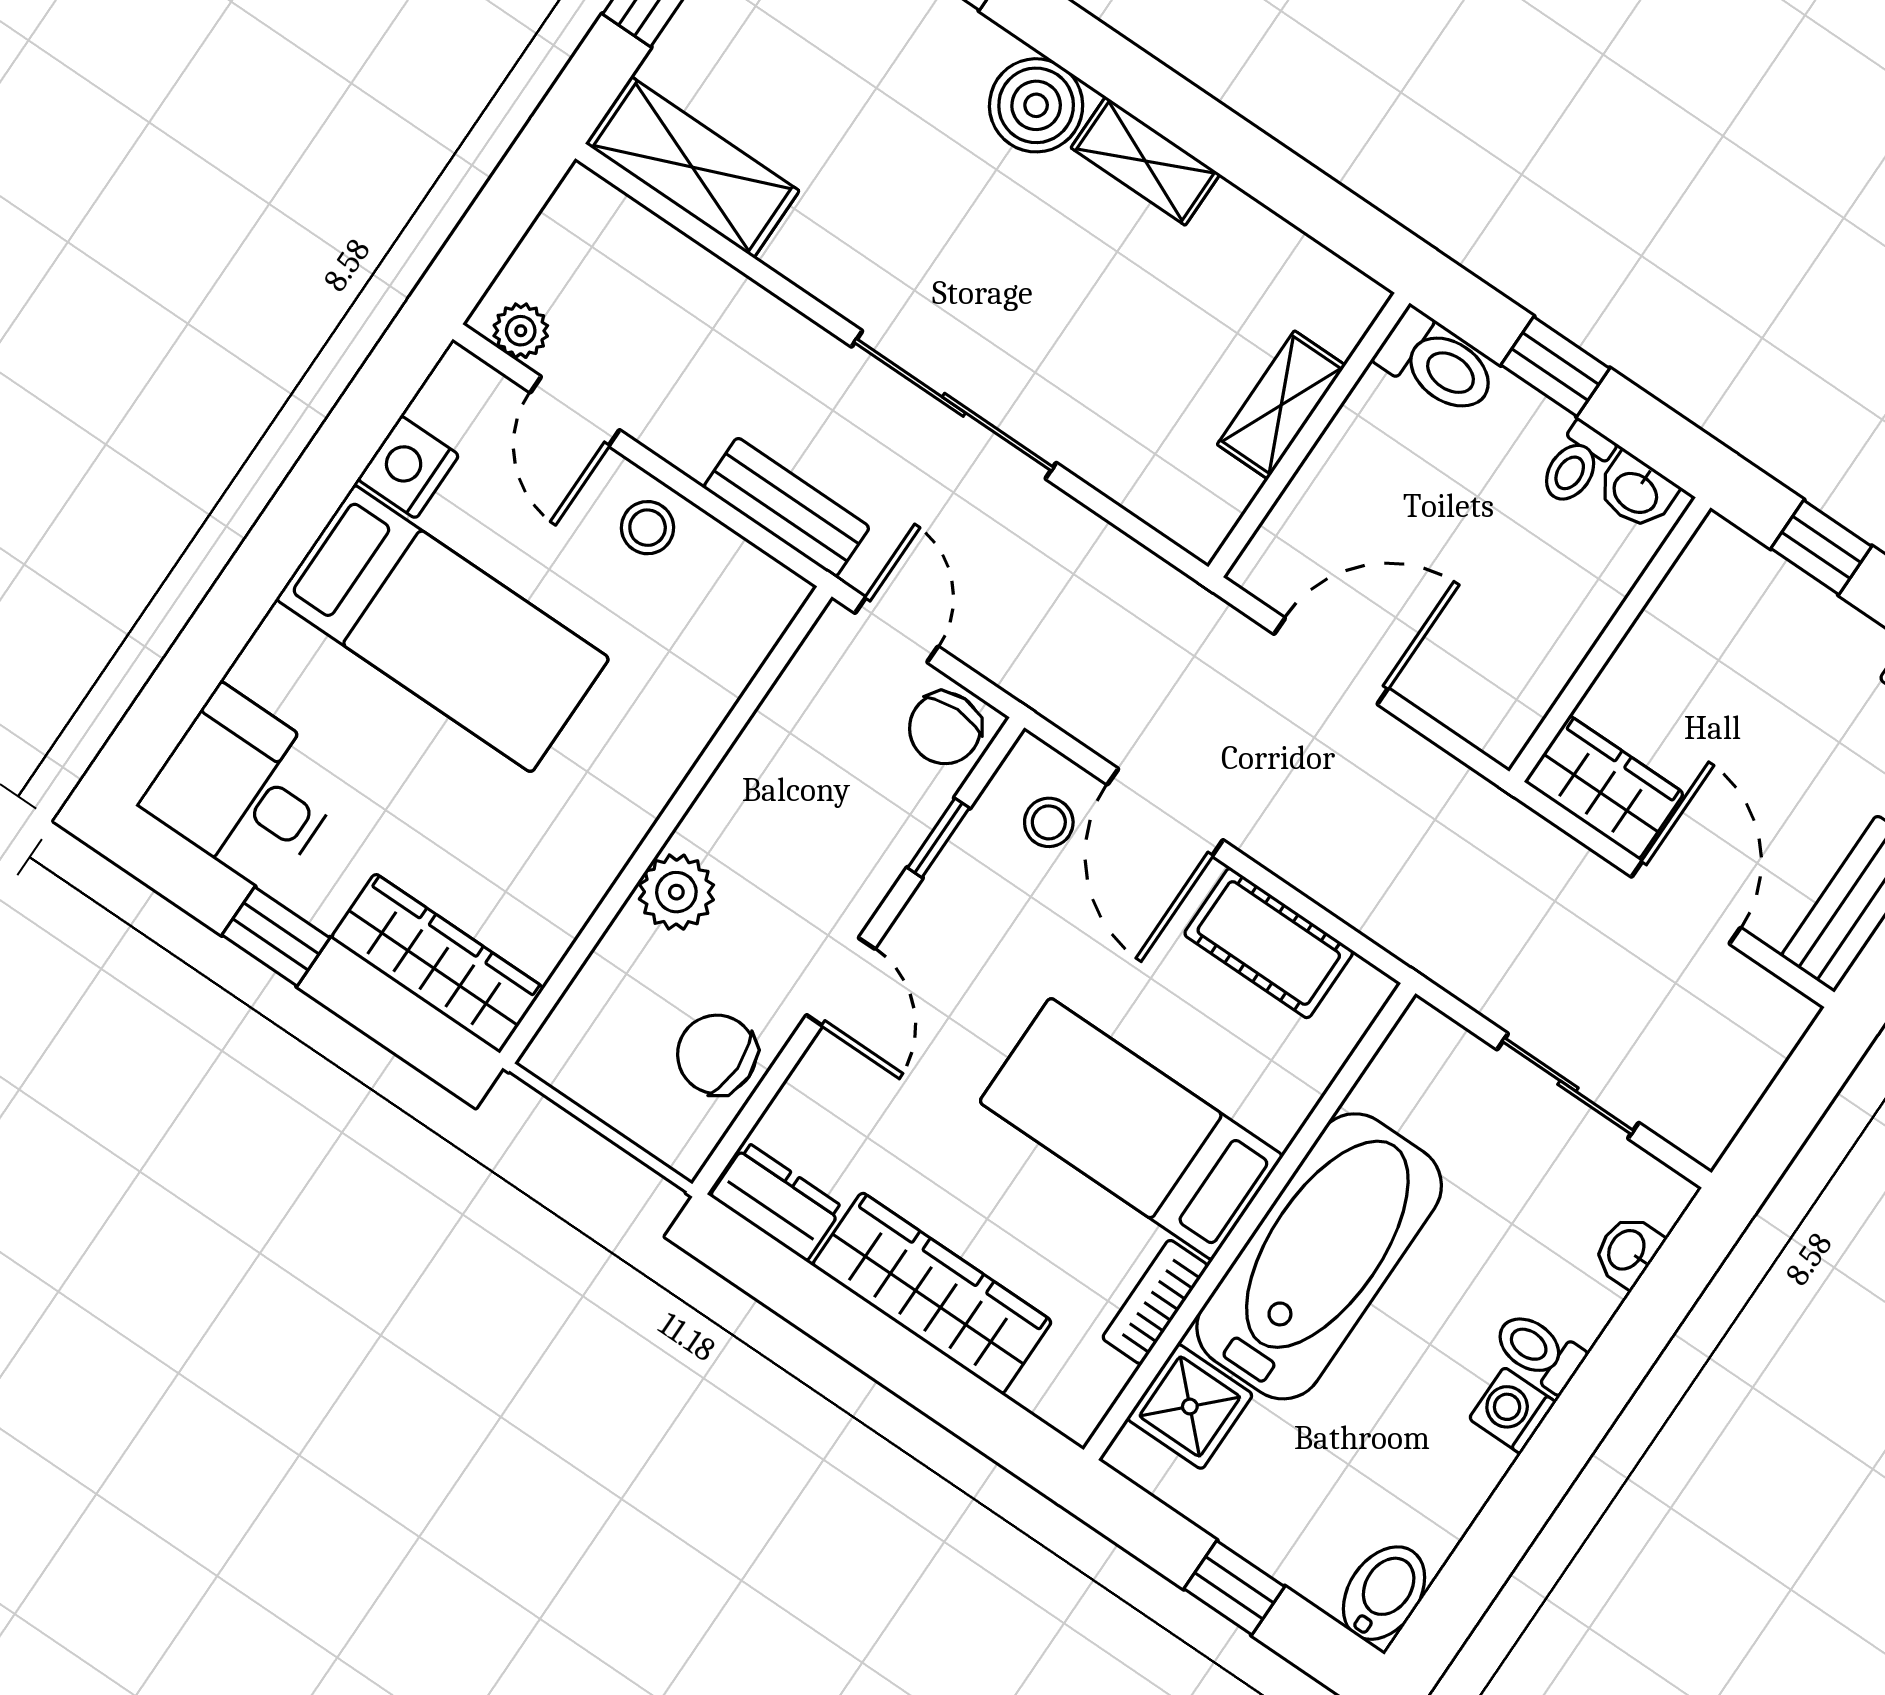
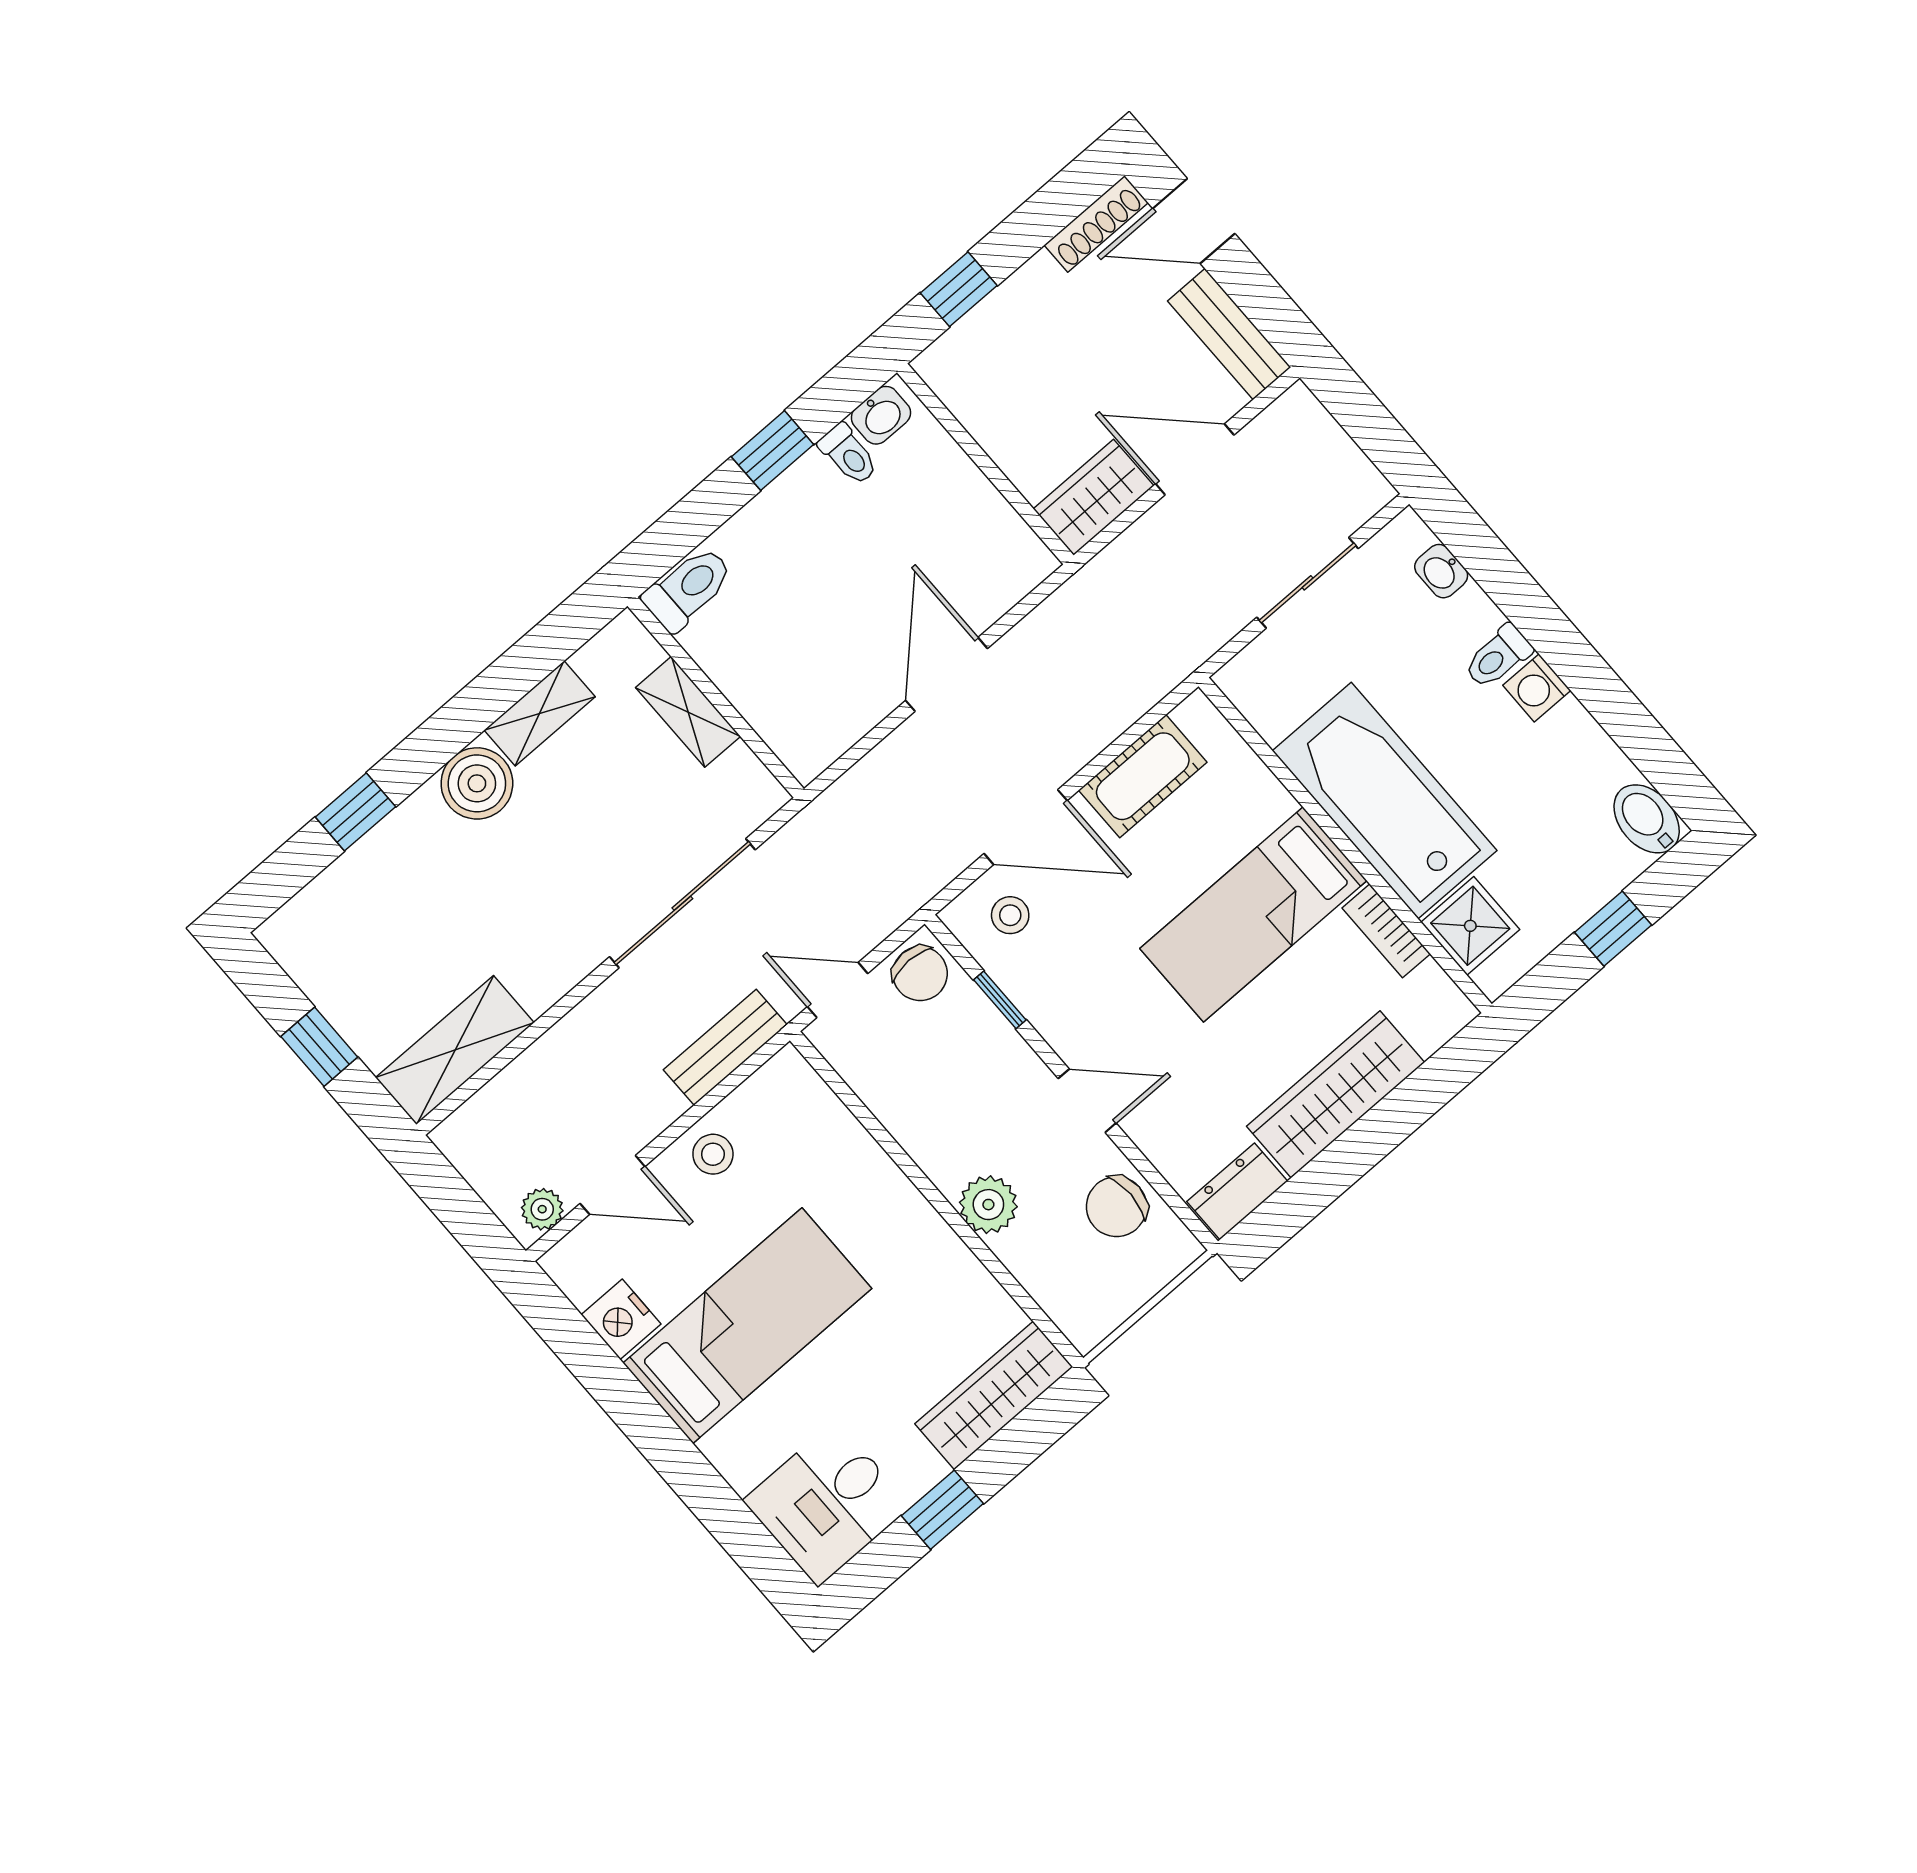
toilet: (1437, 364) -> (688, 588), moved
shelving: (1281, 405) -> (688, 712), moved
wall: (1309, 435) -> (716, 697), moved

